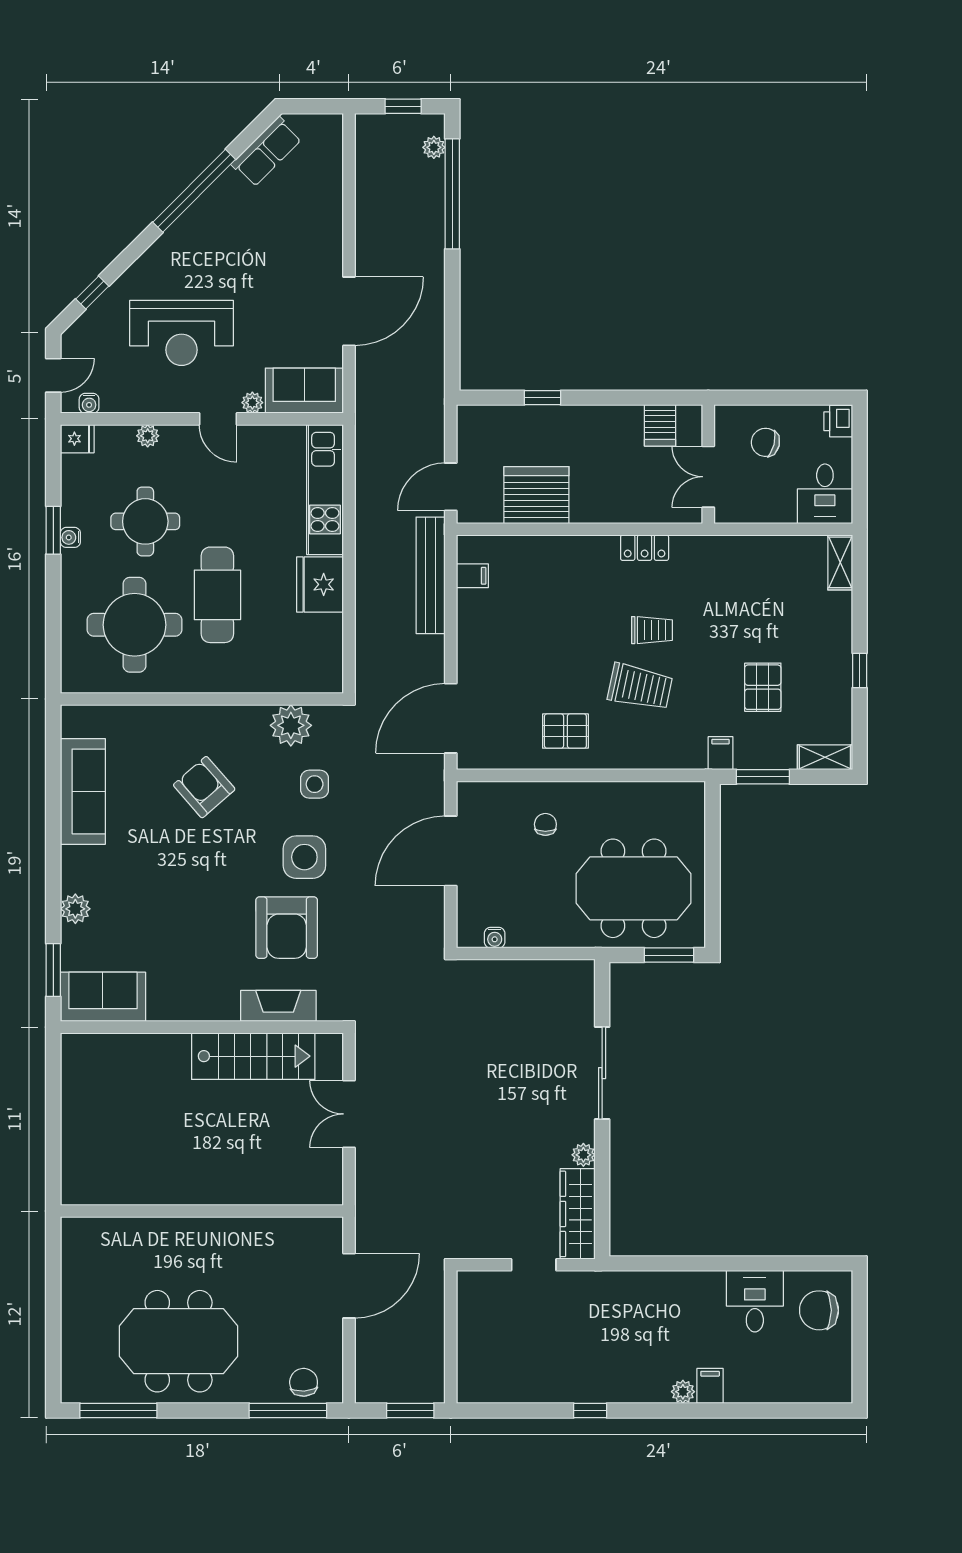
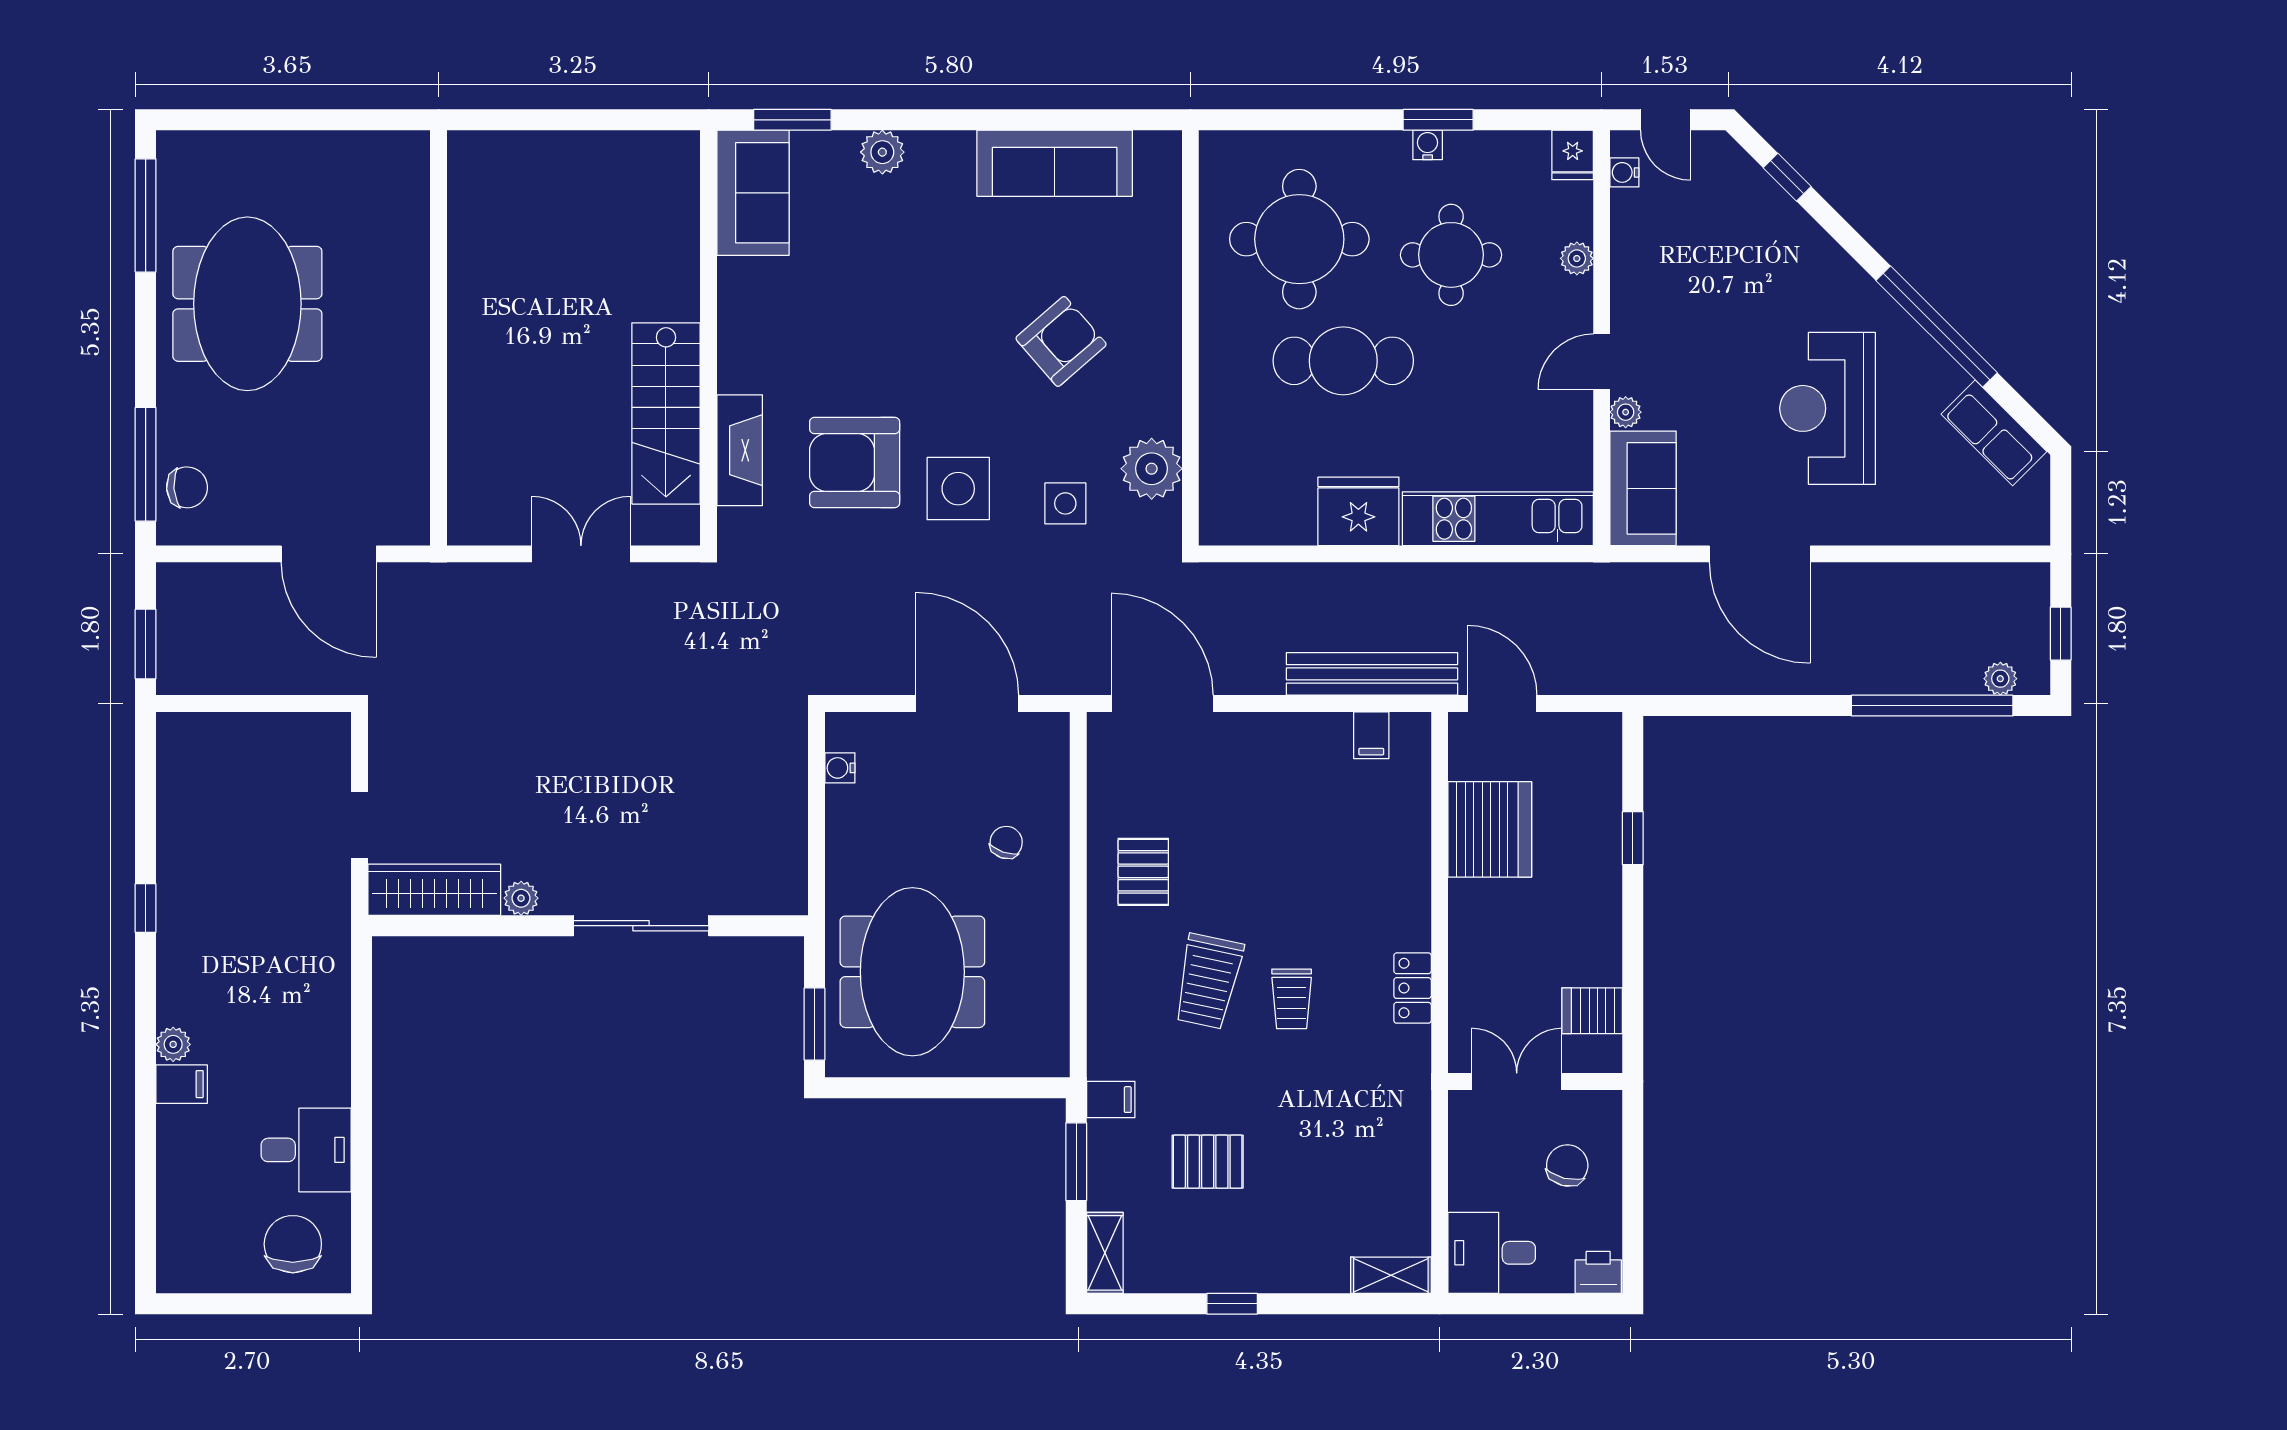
reception desk: (182, 333) -> (1828, 408), moved
chair: (545, 824) -> (1006, 842), turned -71

